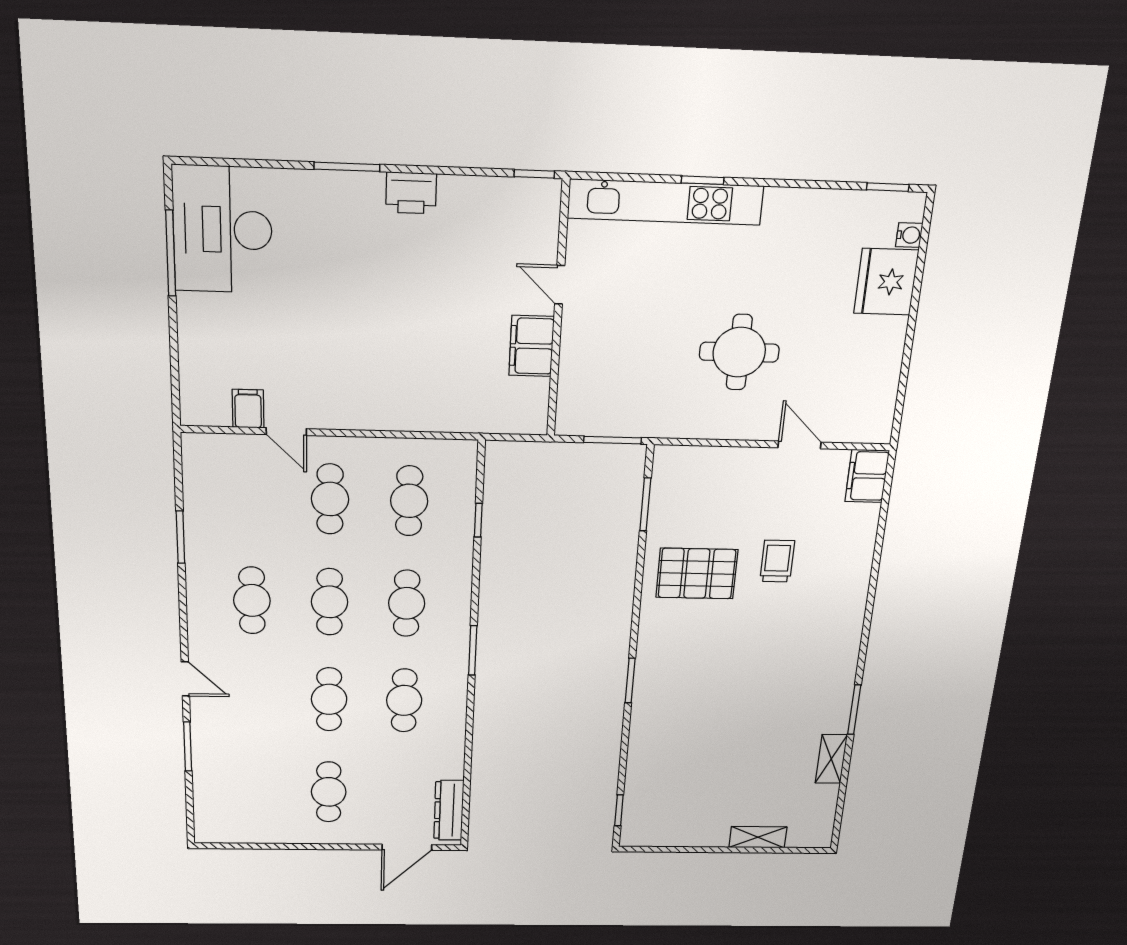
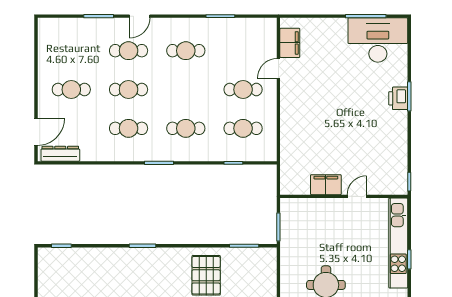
printer: (411, 193) -> (398, 98), moved
filing cabinet: (248, 409) -> (290, 43), width x2.00
cafe table: (330, 602) -> (129, 51), moved
door: (407, 847) -> (36, 132), swing flipped

